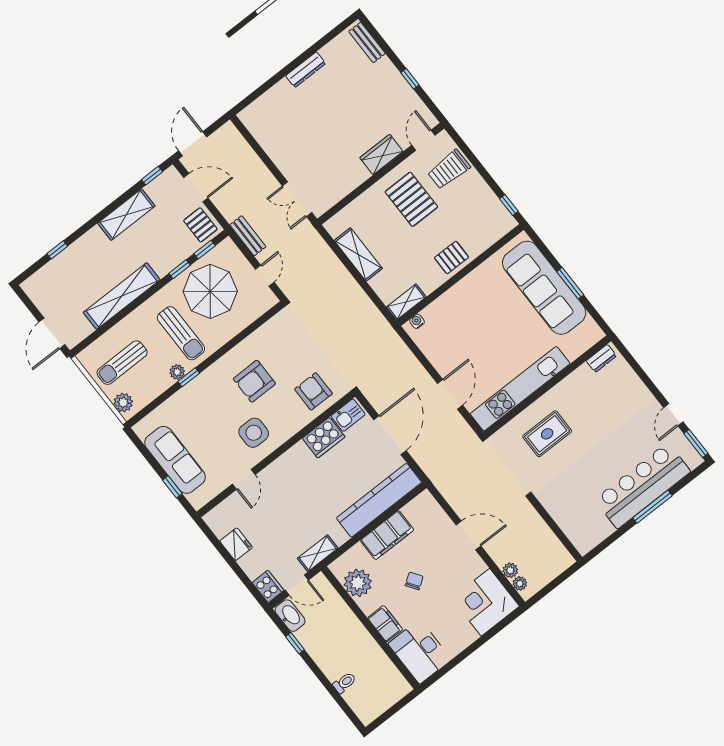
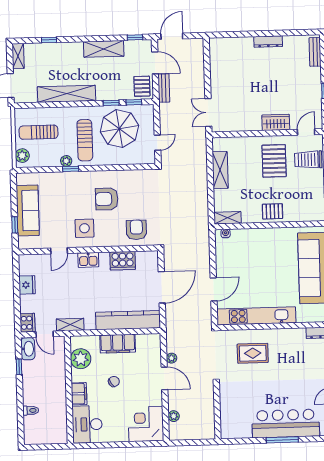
bench: (248, 236) -> (164, 88), moved
shelving: (36, 294) -> (18, 56), added
kitchen sink: (348, 415) -> (88, 260), moved
plant: (520, 583) -> (172, 358), moved

